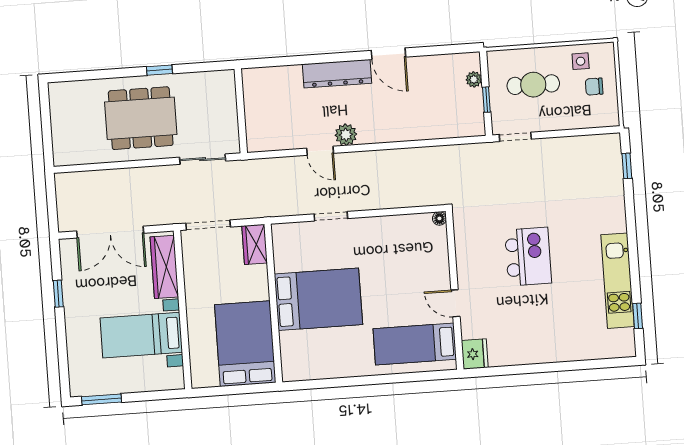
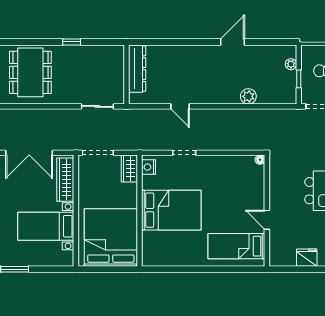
door: (388, 54) -> (233, 42), swing flipped
dresser: (337, 74) -> (137, 69), moved, turned -90
dining table: (141, 118) -> (30, 72), moved, turned 90
plant: (346, 135) -> (248, 96), moved
nightstand: (282, 240) -> (148, 167), added
bed: (245, 344) -> (111, 237), width x1.36
fridge: (475, 354) -> (307, 258), moved, turned -90

